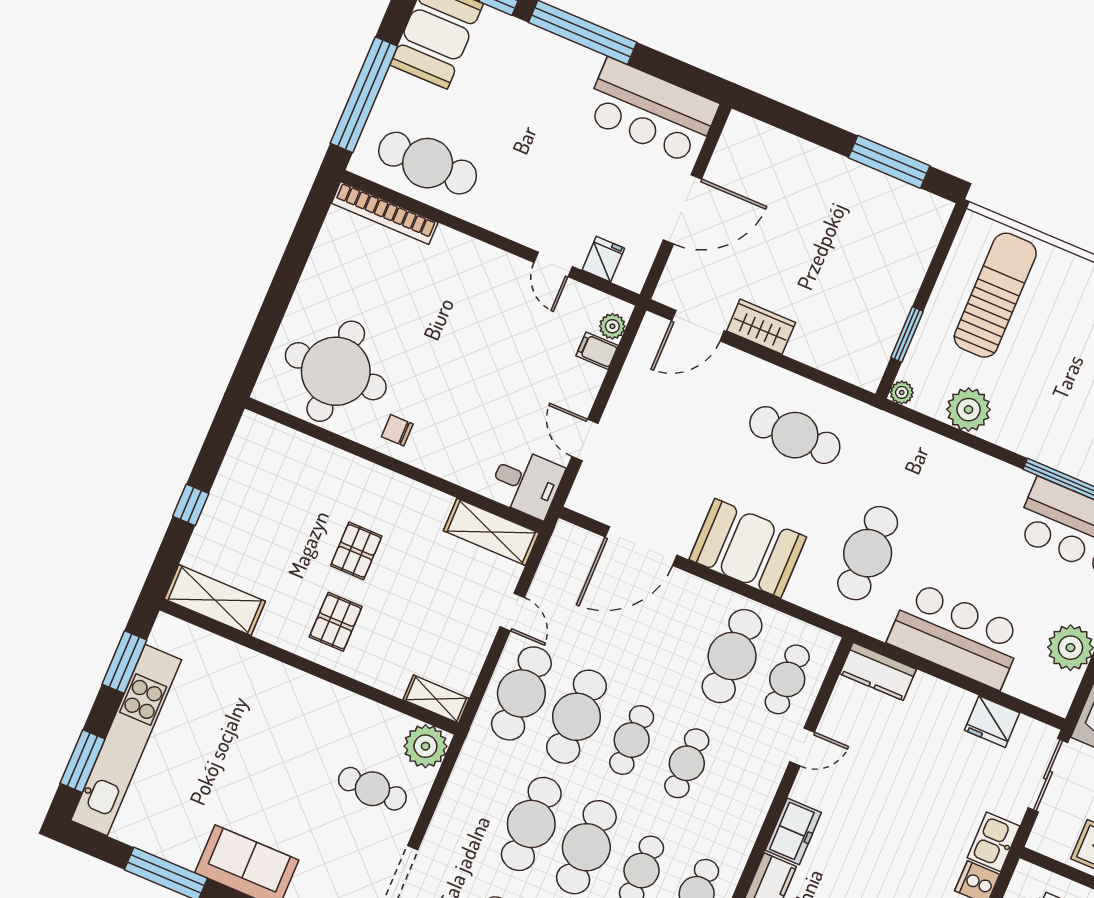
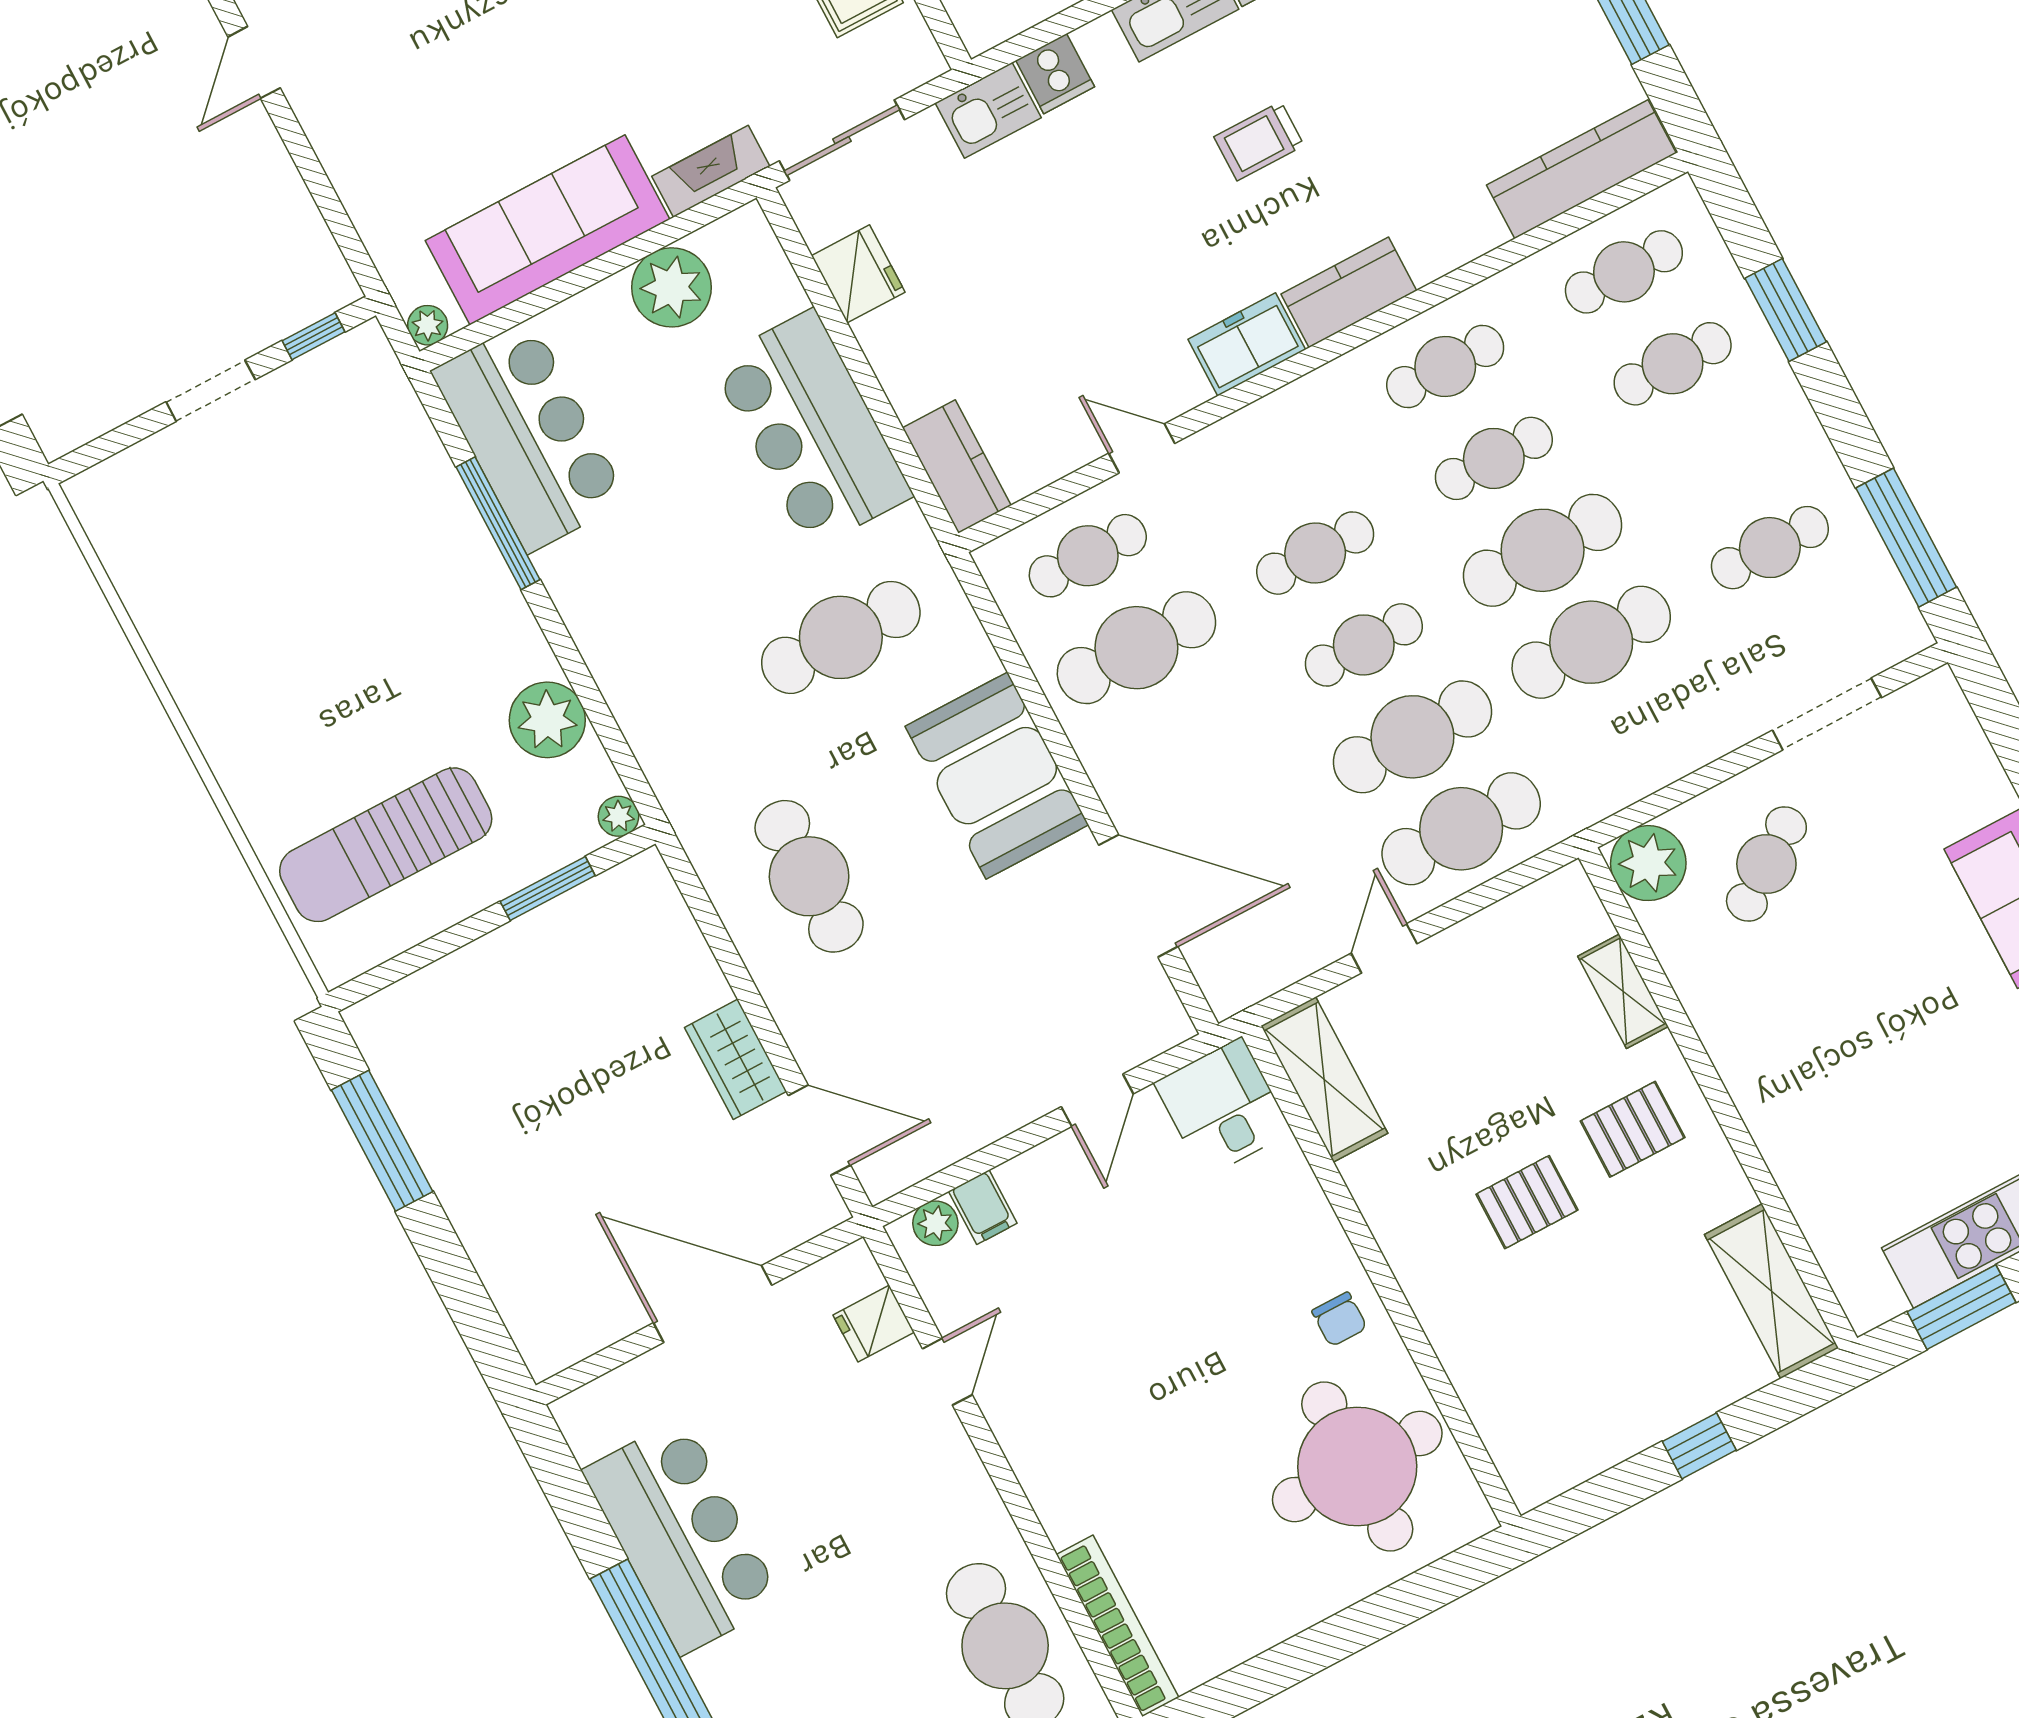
bar counter: (651, 111) -> (682, 1536), moved
shelving: (436, 699) -> (1623, 991), moved
cafe table: (372, 789) -> (1766, 864), turned 55

